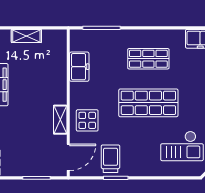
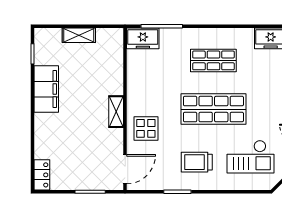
freezer: (79, 67) -> (143, 38), moved, turned 90
shelving: (60, 120) -> (116, 112), moved
trolley: (110, 159) -> (197, 162), moved, turned -90

